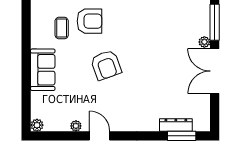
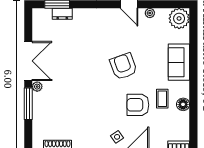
floor lamp: (38, 22) -> (183, 104), added
plant: (37, 125) -> (179, 18), width x1.88, depth x1.88
dresser: (176, 125) -> (62, 14), width x0.70

